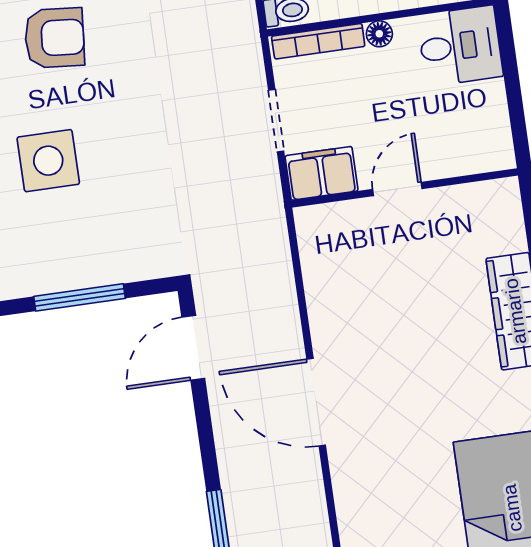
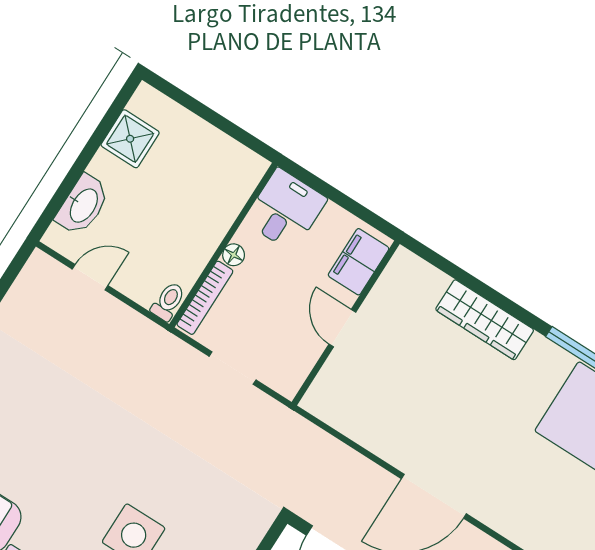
armchair: (55, 38) -> (59, 464), removed
filing cabinet: (321, 173) -> (359, 262), moved

